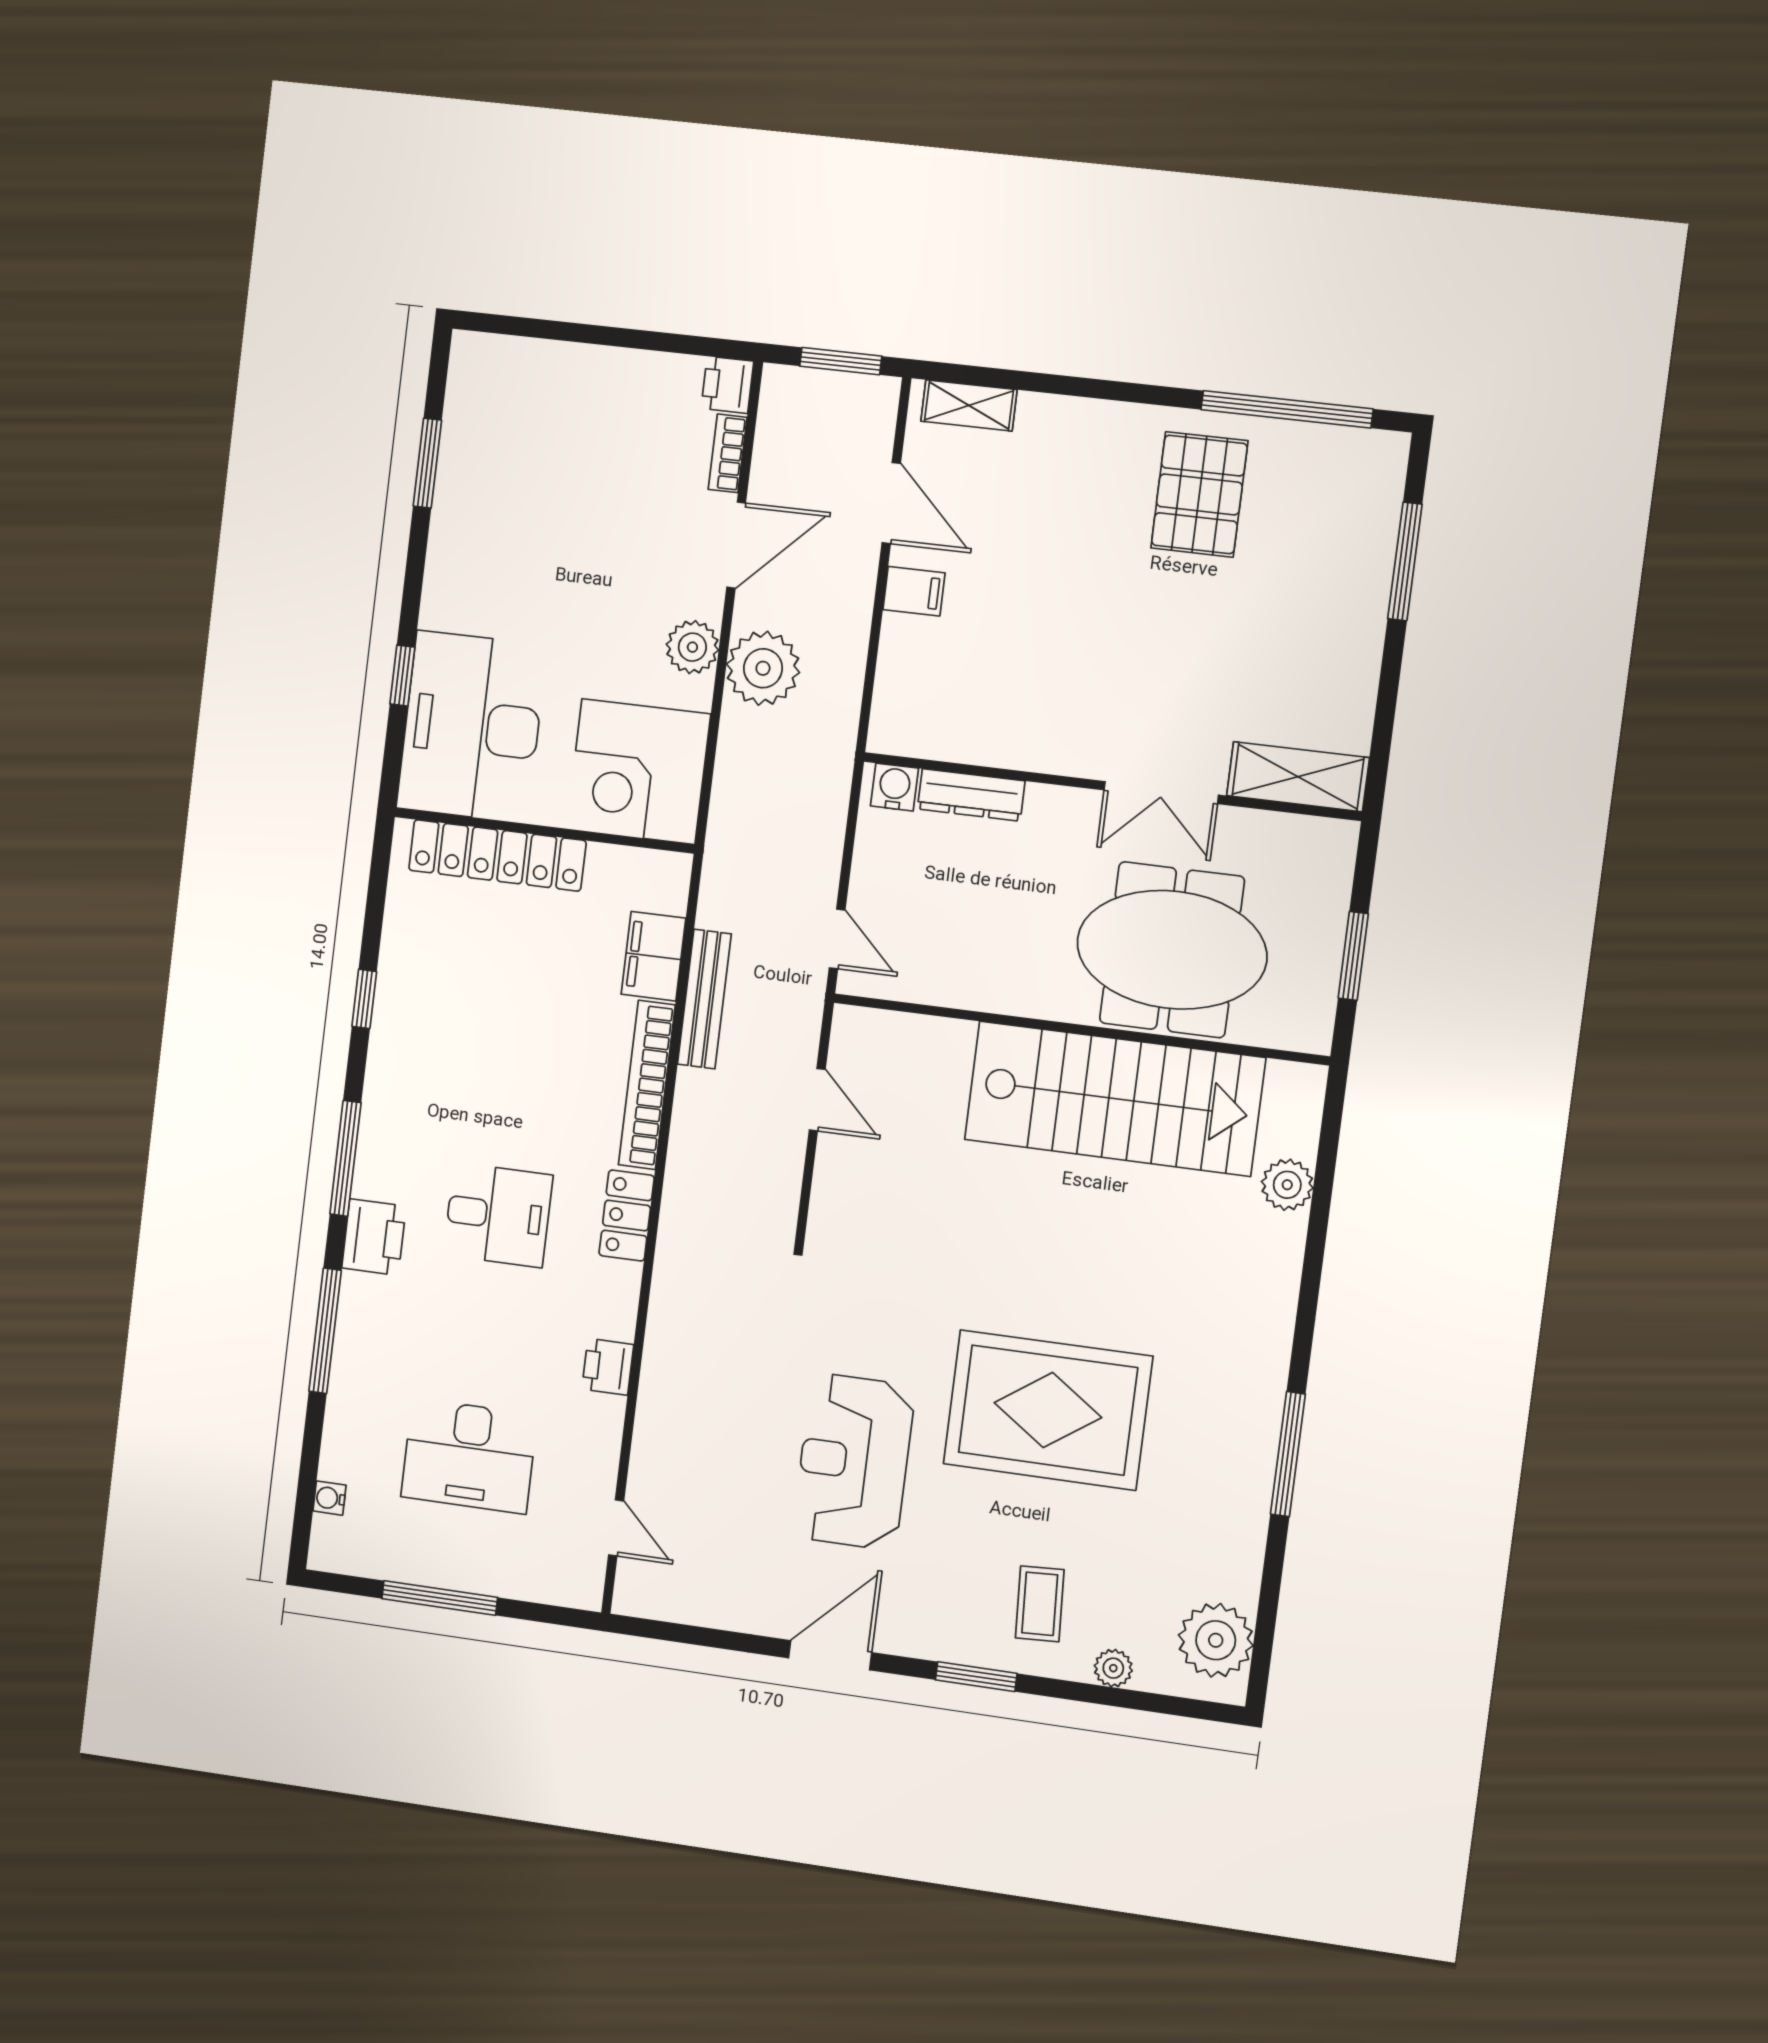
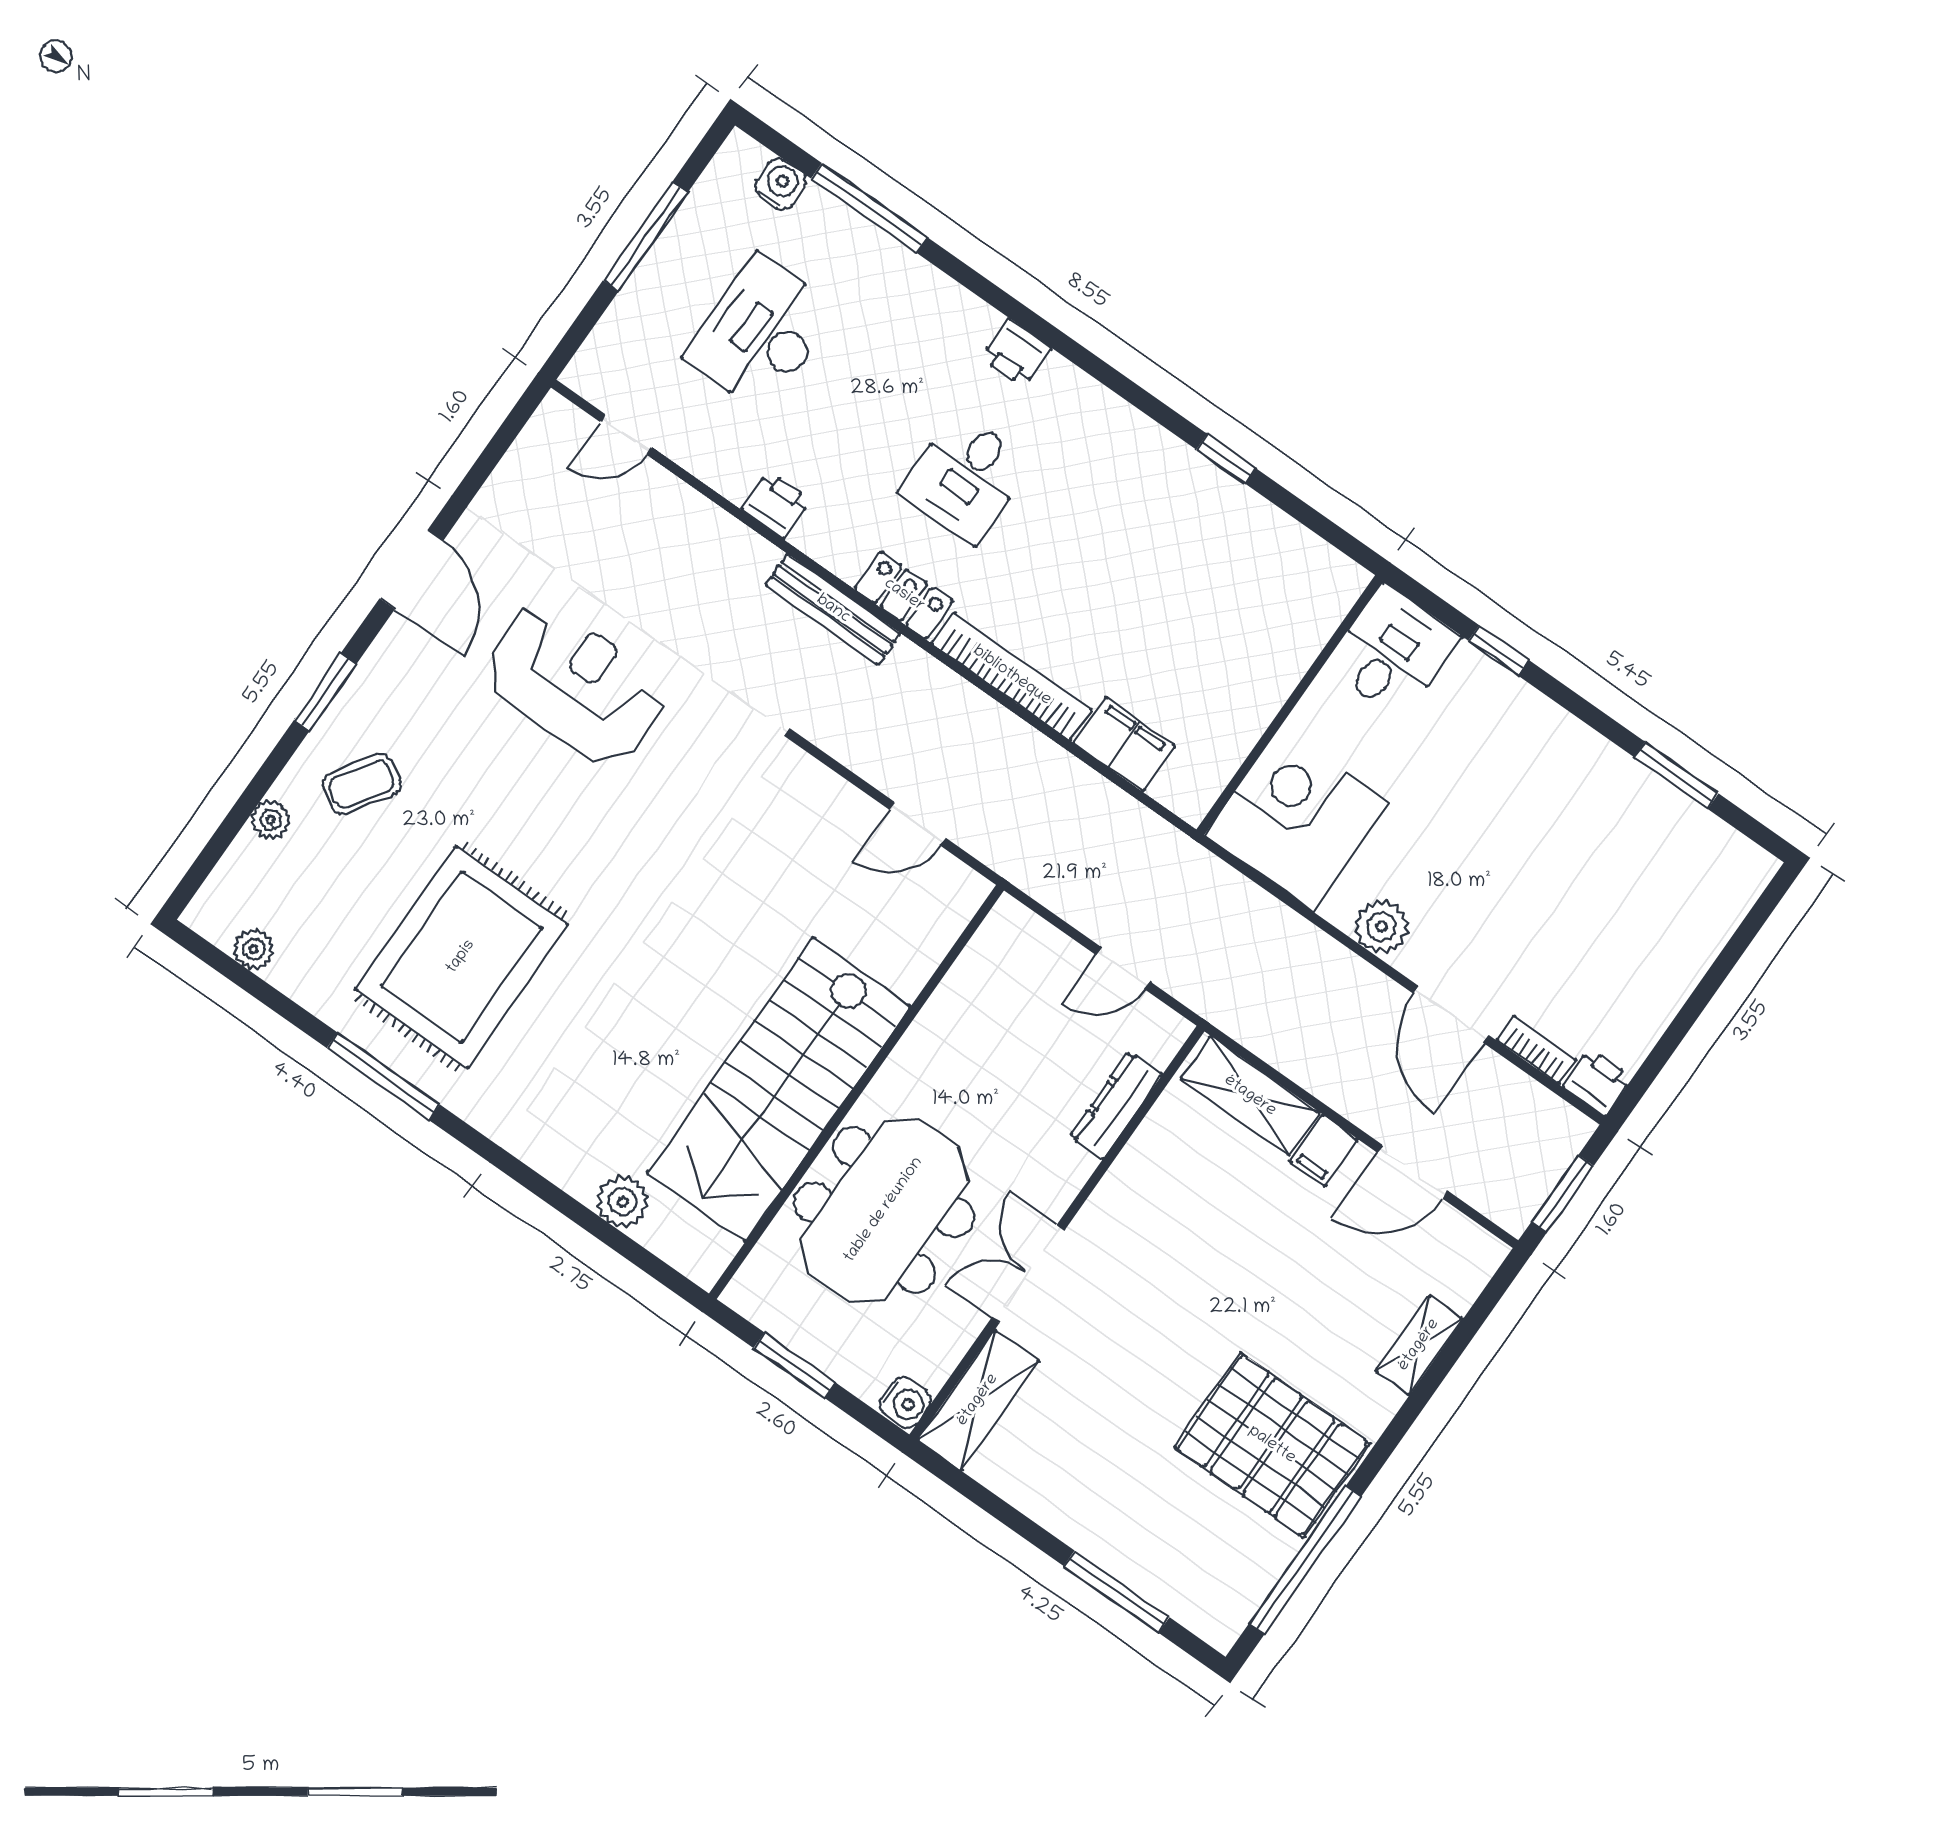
shelving: (969, 405) -> (1419, 1345), moved
pallet: (1199, 494) -> (1272, 1445), width x1.37, depth x1.41
plant: (763, 668) -> (1328, 980), removed
shelving: (900, 682) -> (1250, 1096), added
desk: (472, 727) -> (1393, 652), width x0.53, depth x0.77
water cooler: (895, 787) -> (905, 1403), moved
locker: (497, 855) -> (1290, 650), removed
door: (837, 939) -> (1123, 968), moved
bench: (704, 999) -> (833, 609), moved
window: (345, 1158) -> (1091, 364), removed
printer: (374, 1237) -> (1017, 353), width x0.73, depth x0.81
window: (325, 1331) -> (869, 208), moved
rug: (1048, 1410) -> (461, 957), moved
water cooler: (329, 1498) -> (781, 184), width x1.38, depth x1.38
coffee table: (1040, 1604) -> (362, 784), turned -54
plant: (1216, 1640) -> (254, 949), width x0.53, depth x0.53

